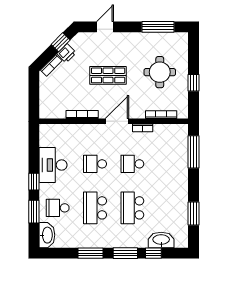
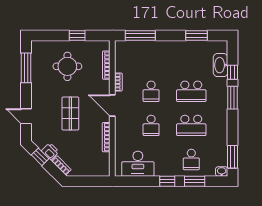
desk: (53, 165) -> (138, 164), moved
washbasin: (47, 235) -> (222, 171), width x0.52, depth x0.69
window: (90, 253) -> (233, 157), moved

